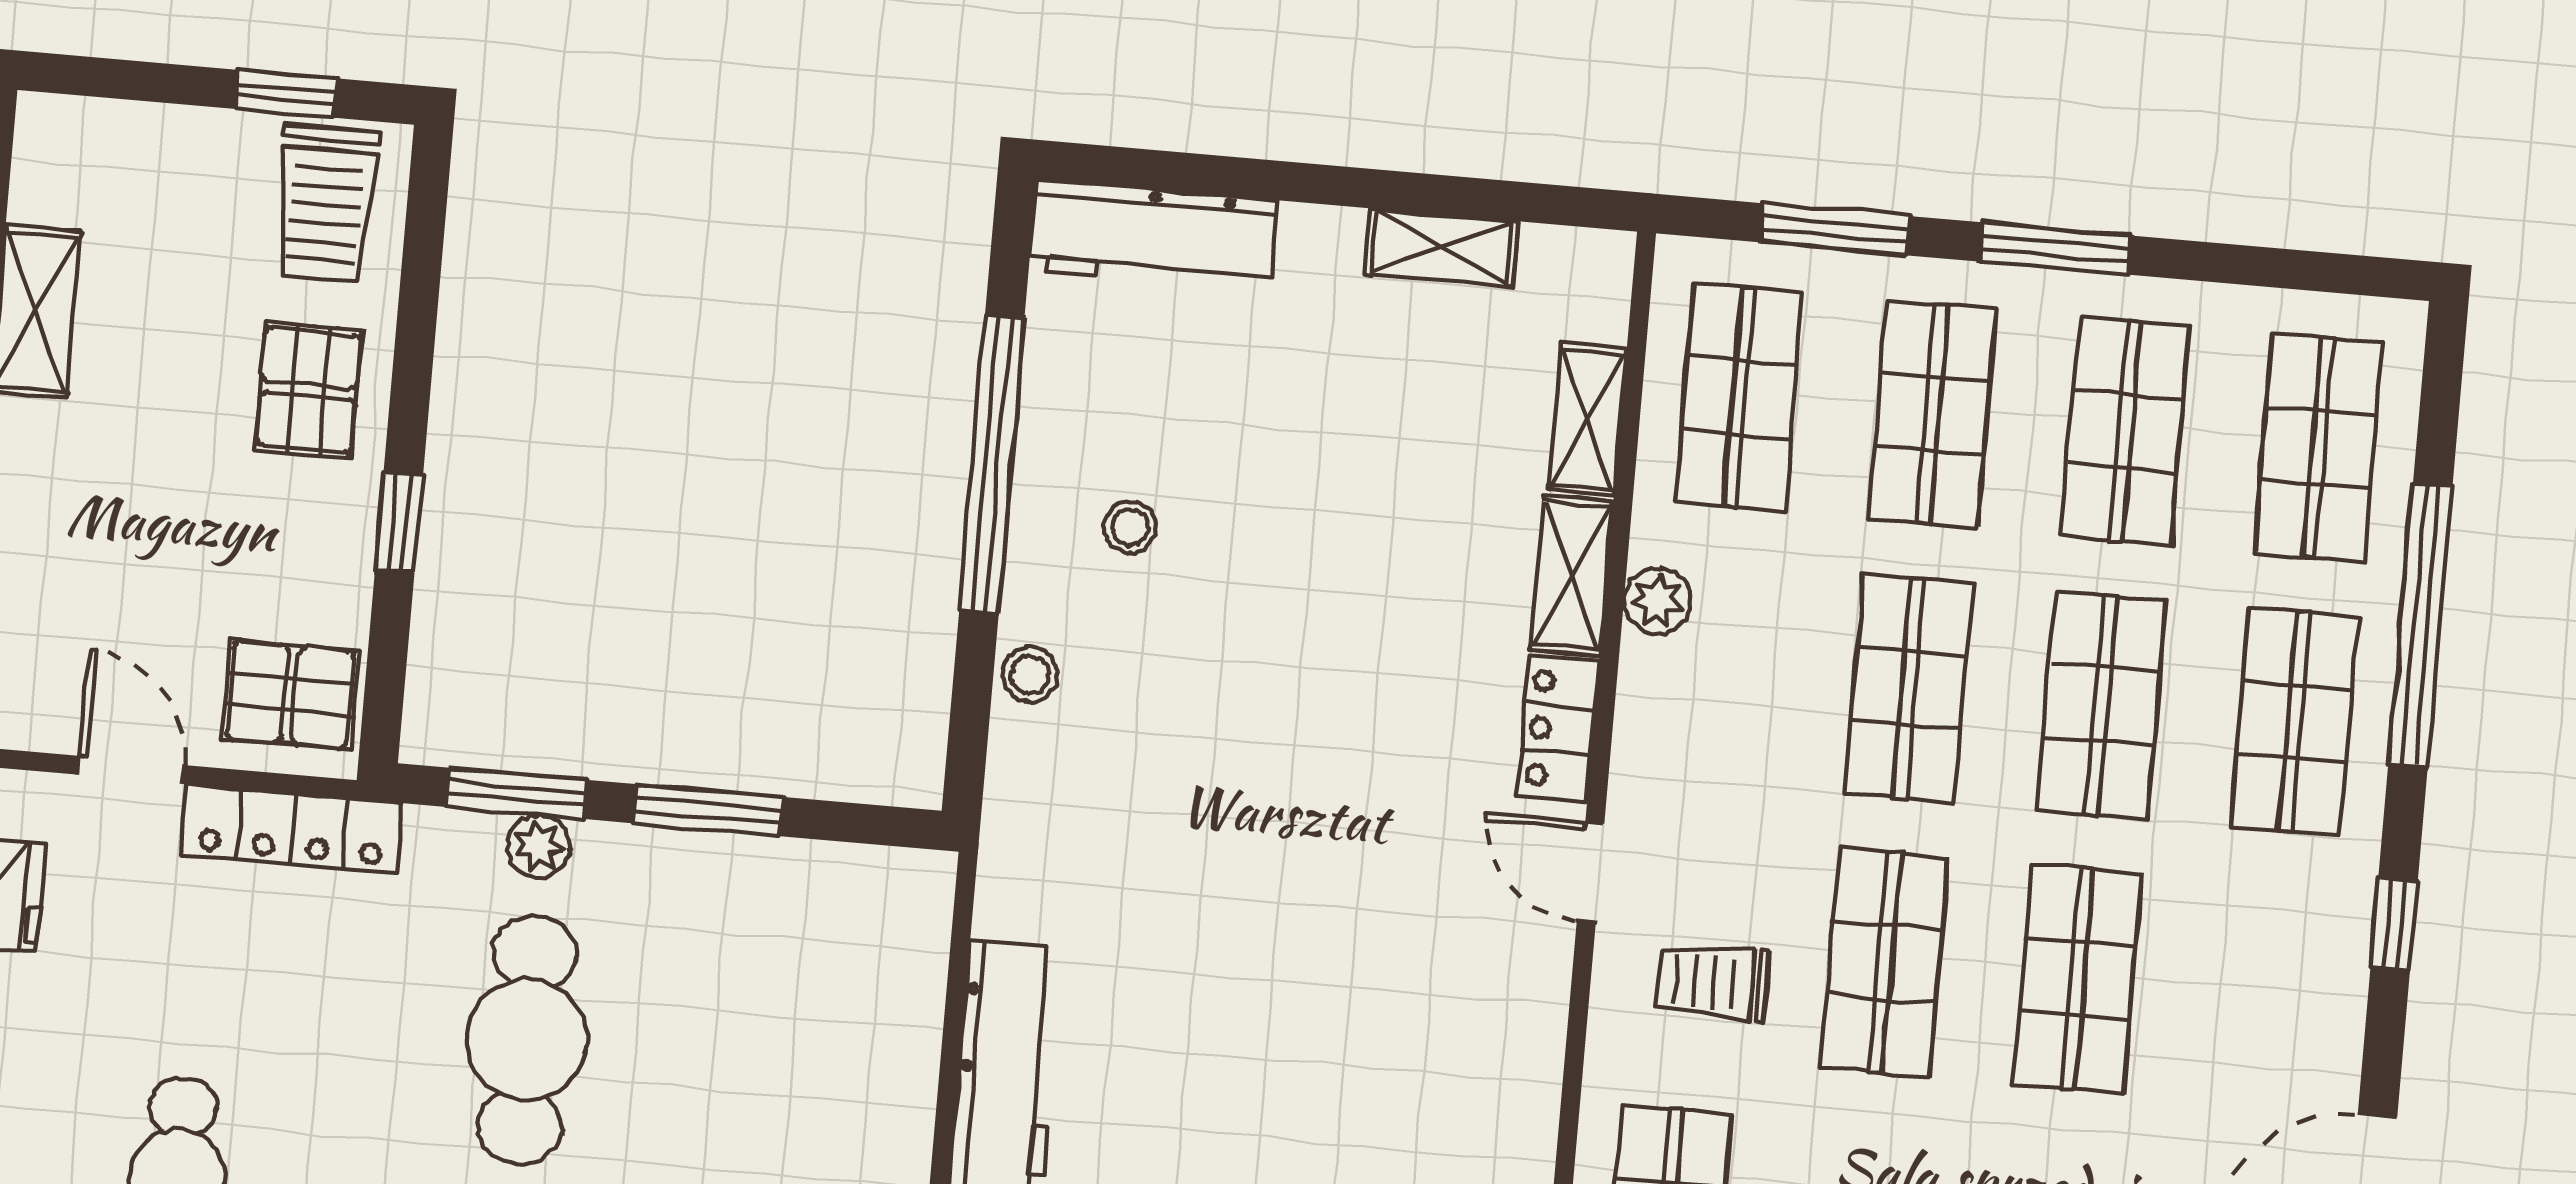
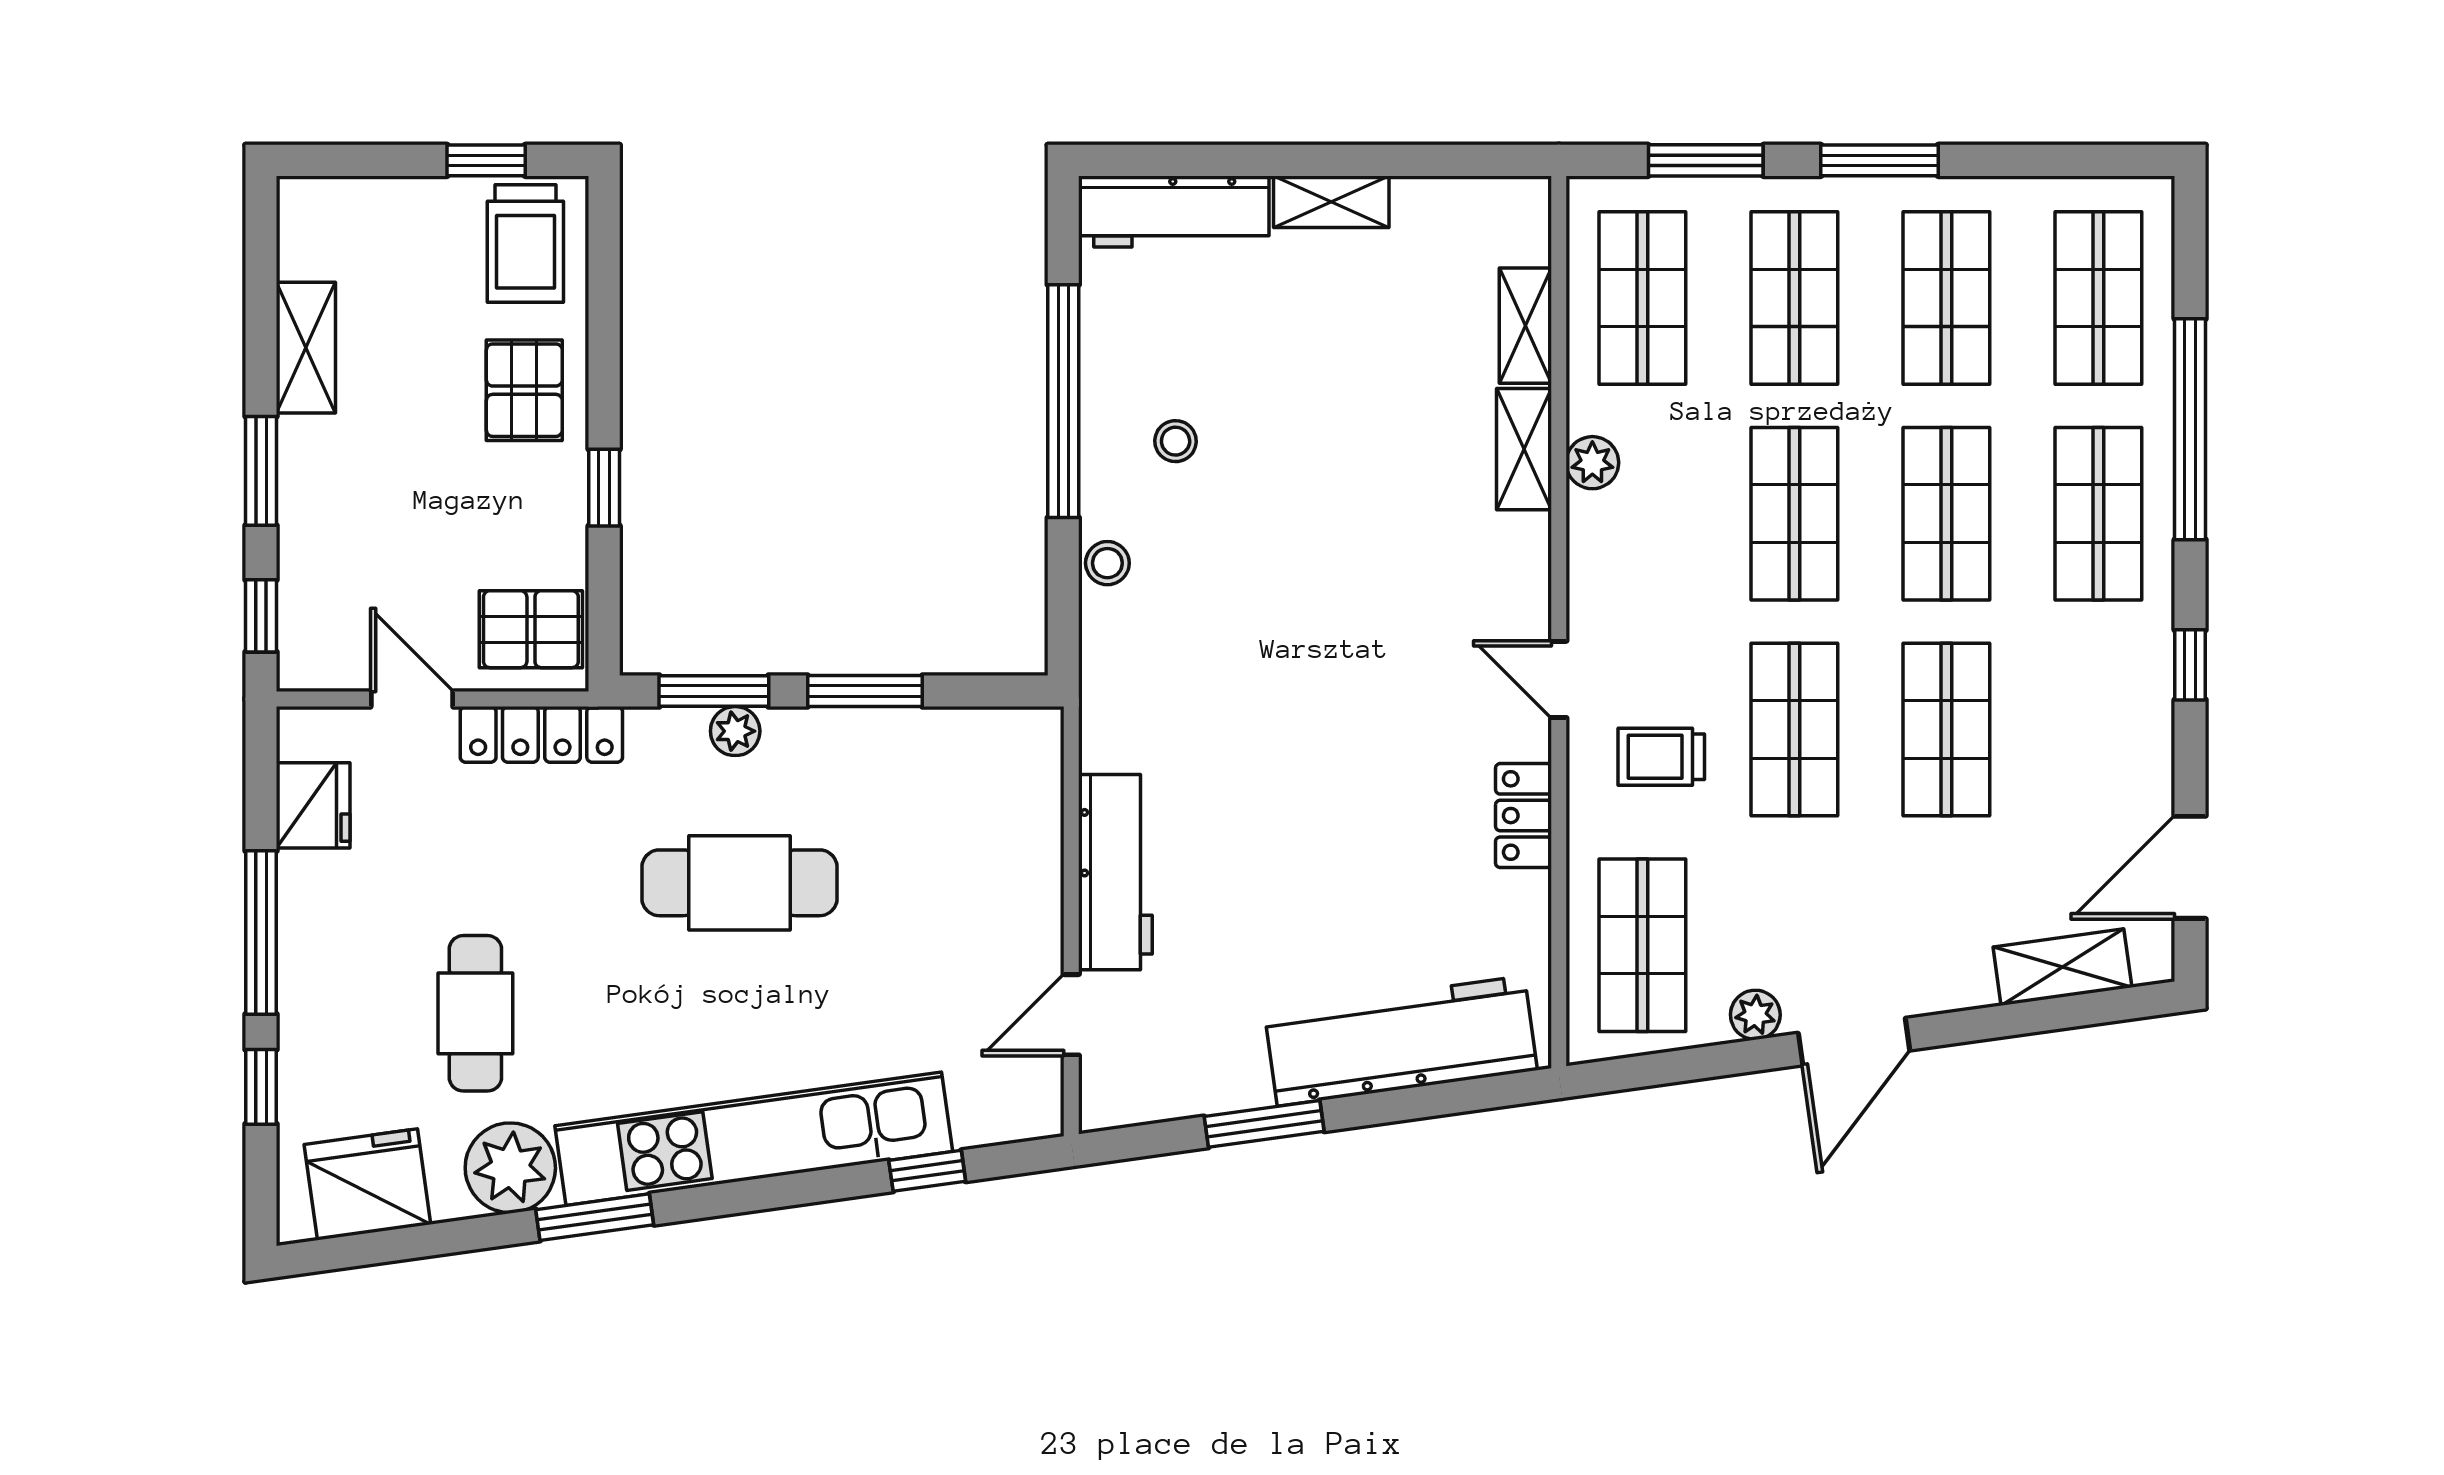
shelving: (1442, 248) -> (1331, 202), moved
locker: (1558, 729) -> (1524, 816), moved
cafe table: (527, 1040) -> (739, 883), turned 90

